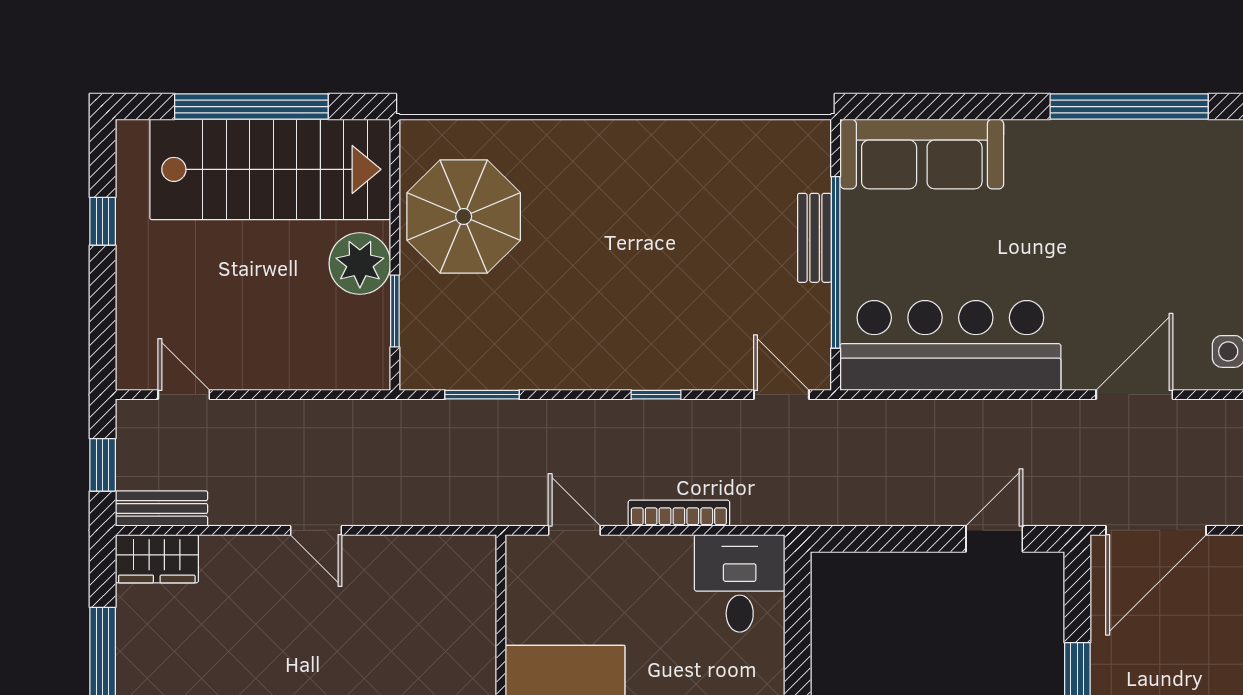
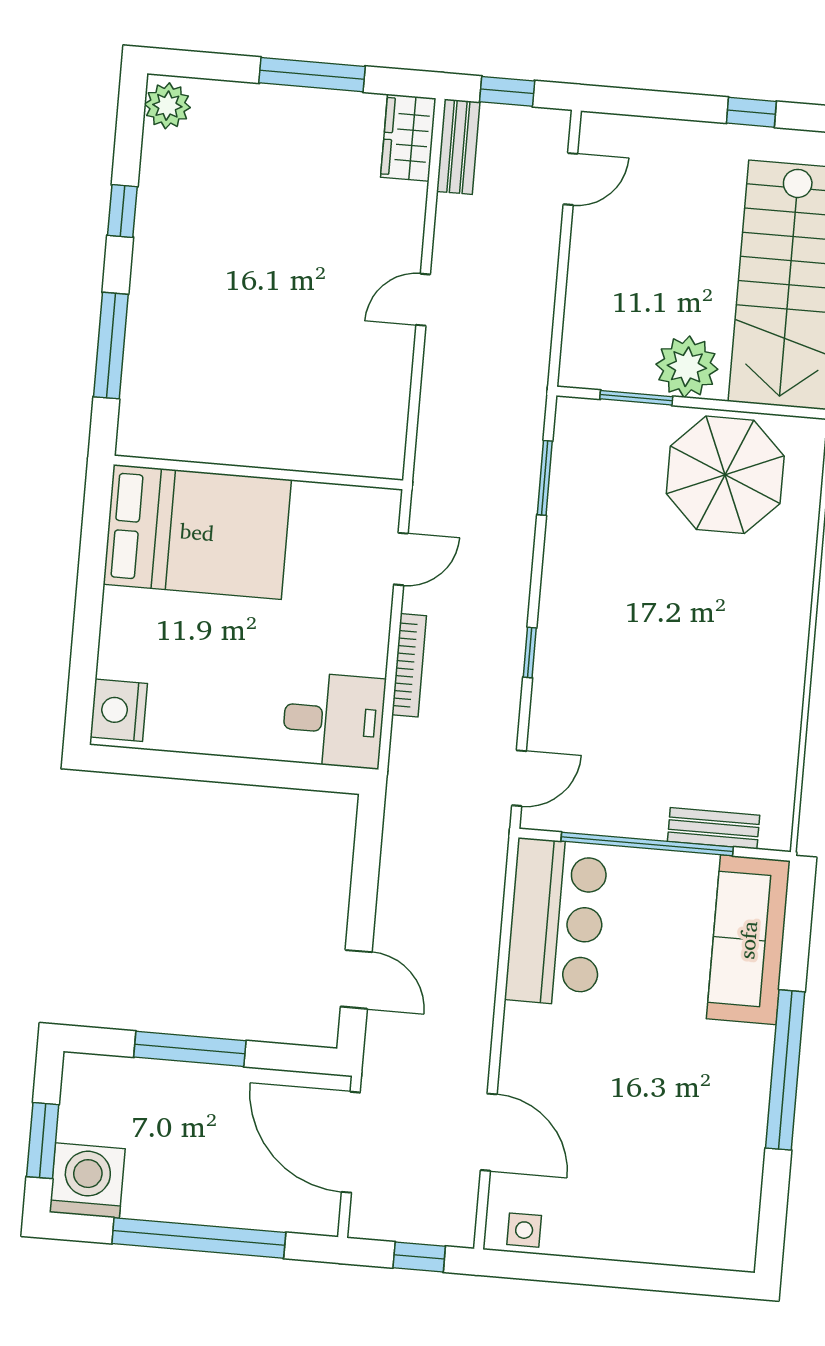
window: (1129, 107) -> (785, 1070), moved
bench: (815, 238) -> (714, 828), moved
bar counter: (950, 345) -> (556, 922), width x0.73

